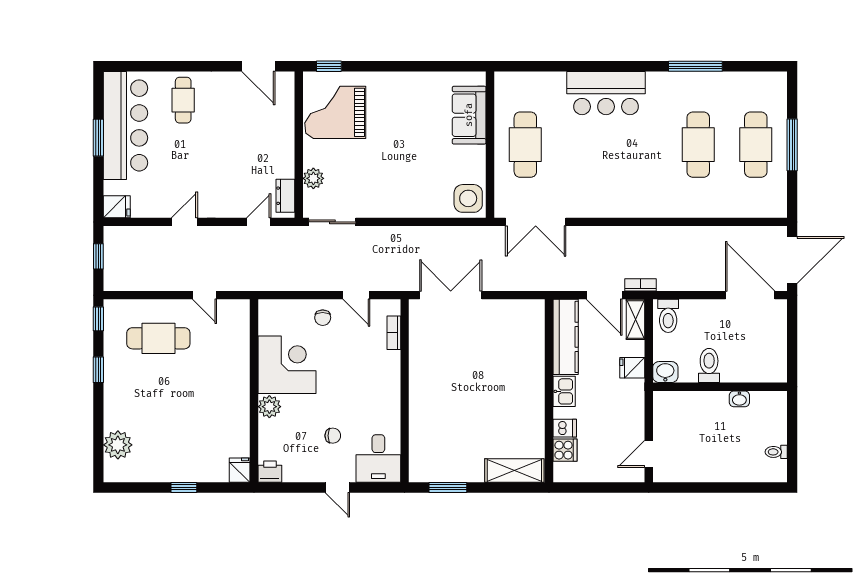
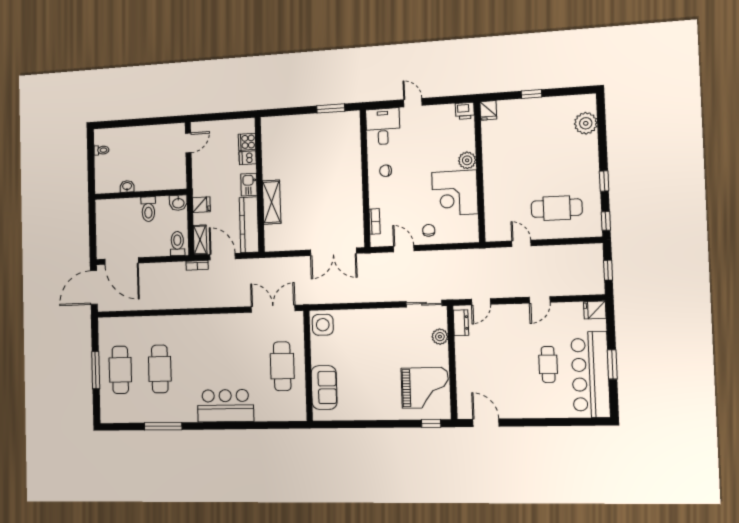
cafe table: (183, 100) -> (548, 364), moved
chair: (333, 436) -> (386, 171), moved
shelving: (514, 471) -> (272, 202), moved, turned 90

